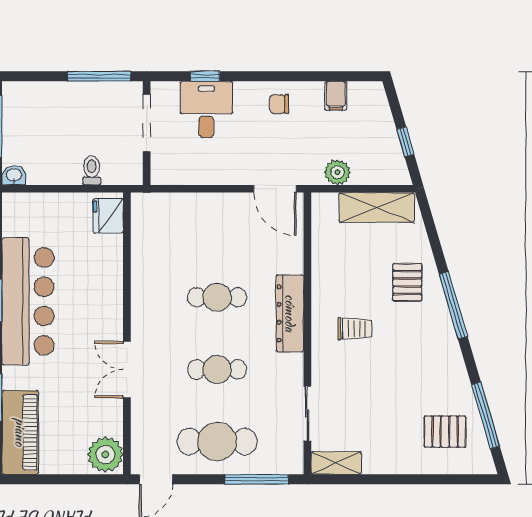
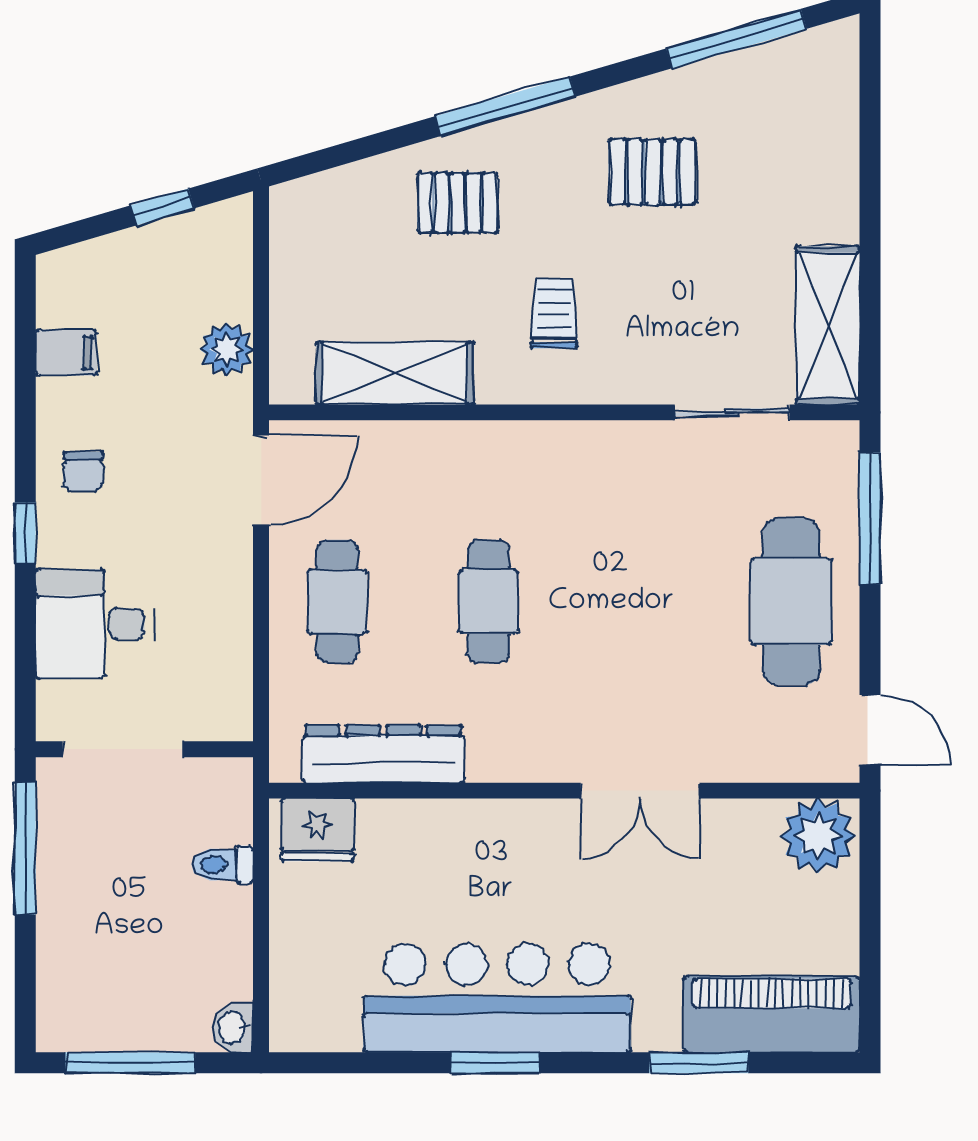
window: (205, 76) -> (25, 533), moved
shelving: (377, 207) -> (395, 373), moved, turned 90
dresser: (290, 313) -> (383, 754), moved, turned 180
cafe table: (217, 369) -> (337, 602), moved
pallet: (445, 432) -> (652, 172), moved, turned 90
shelving: (336, 463) -> (828, 325), width x1.50, depth x1.33

